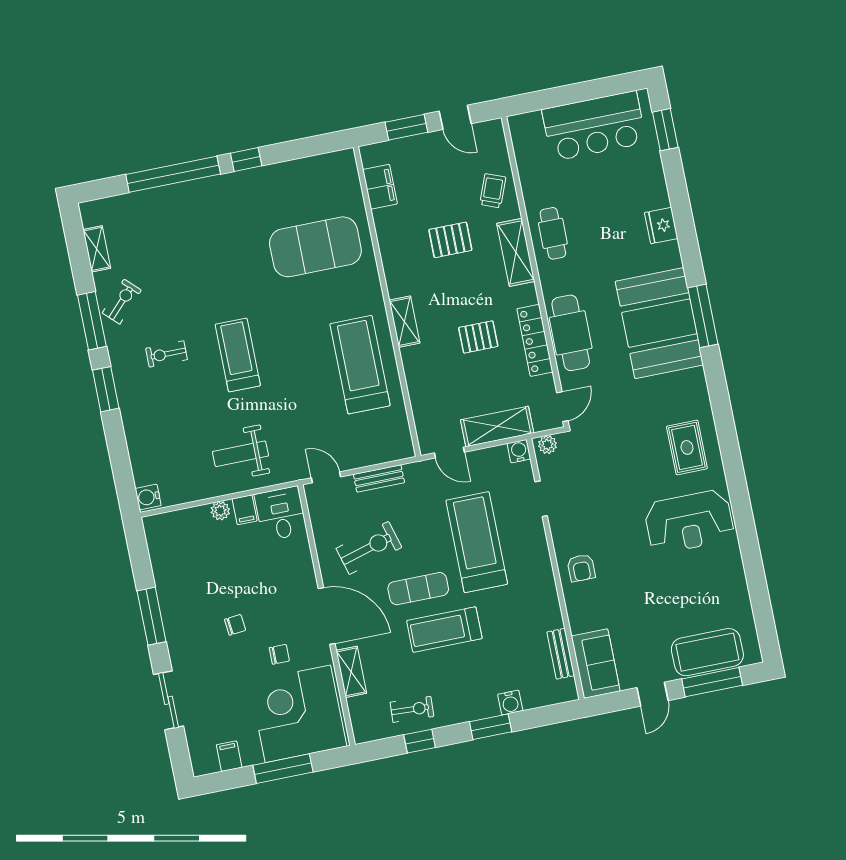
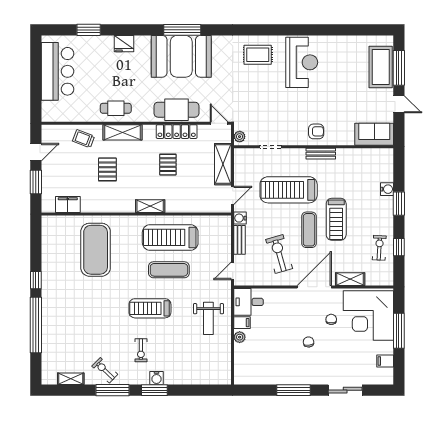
window: (665, 130) -> (89, 30), moved
exercise mat: (307, 373) -> (169, 270), added
water cooler: (519, 451) -> (240, 218), moved
water cooler: (148, 497) -> (156, 378), moved
bench: (561, 654) -> (321, 154), moved

